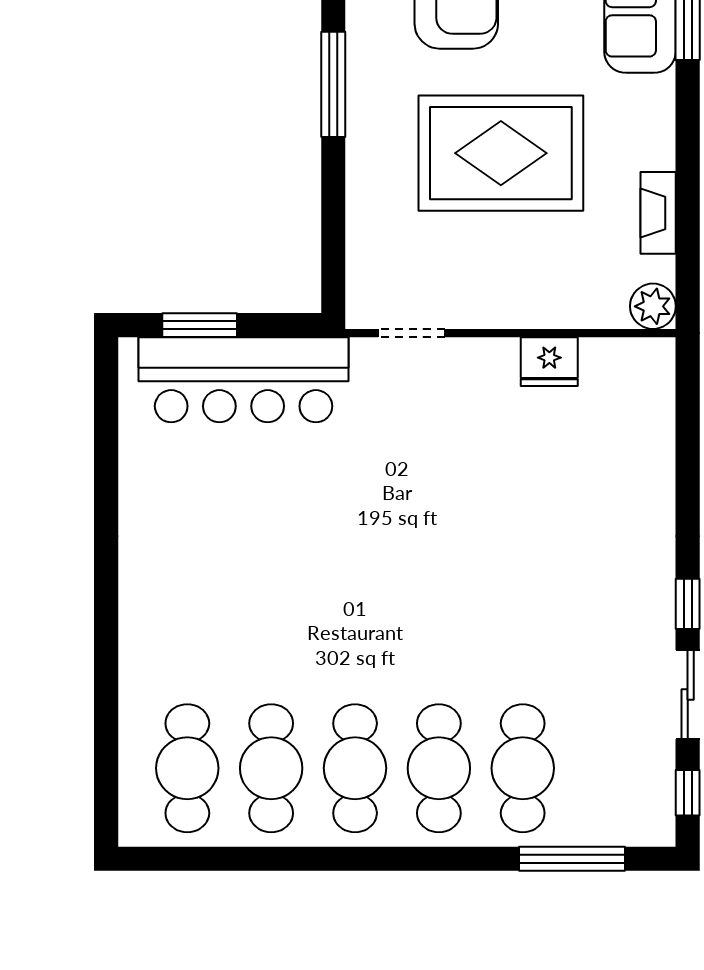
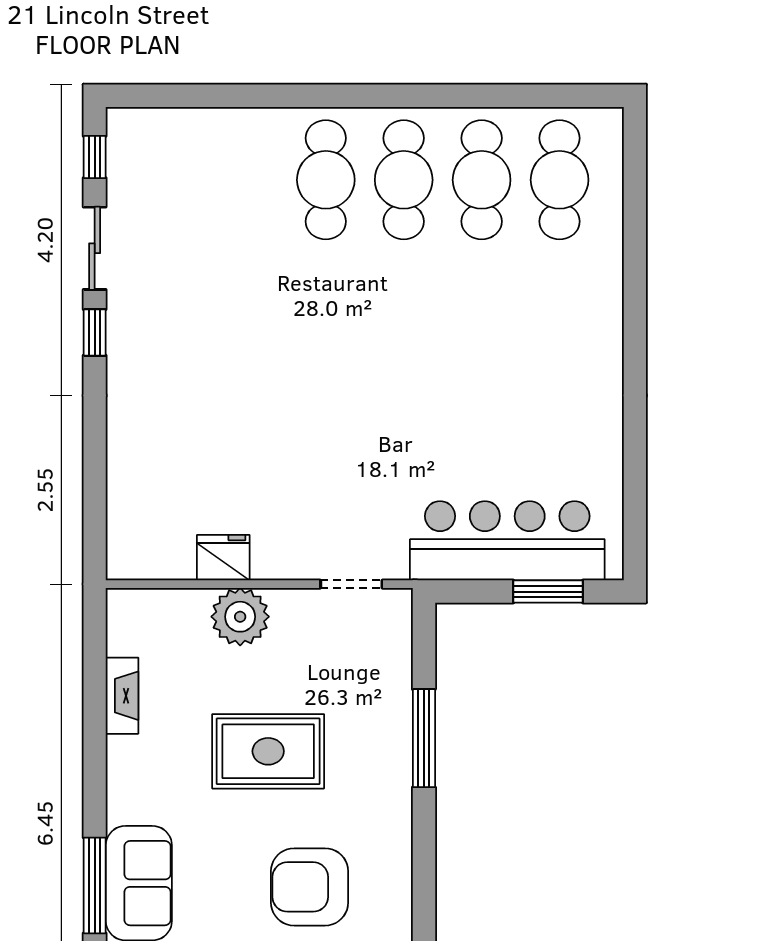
window: (333, 84) -> (424, 738), moved
rug: (501, 153) -> (268, 751), width x0.73, depth x0.69
plant: (653, 306) -> (240, 617), moved, width x1.36, depth x1.36
cafe table: (523, 768) -> (248, 180), removed
window: (572, 859) -> (202, 96), removed

